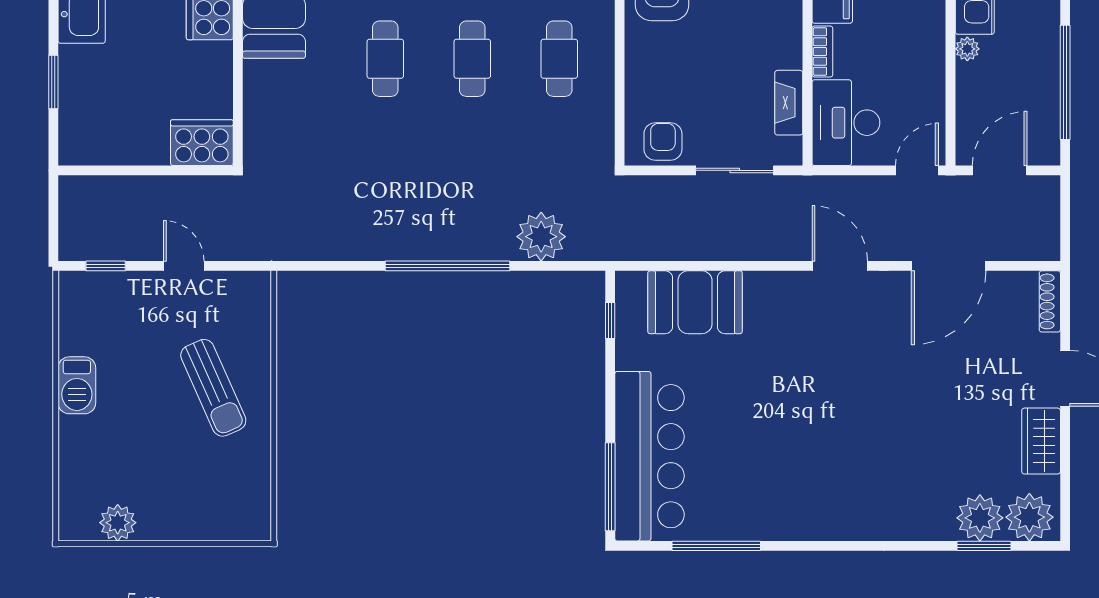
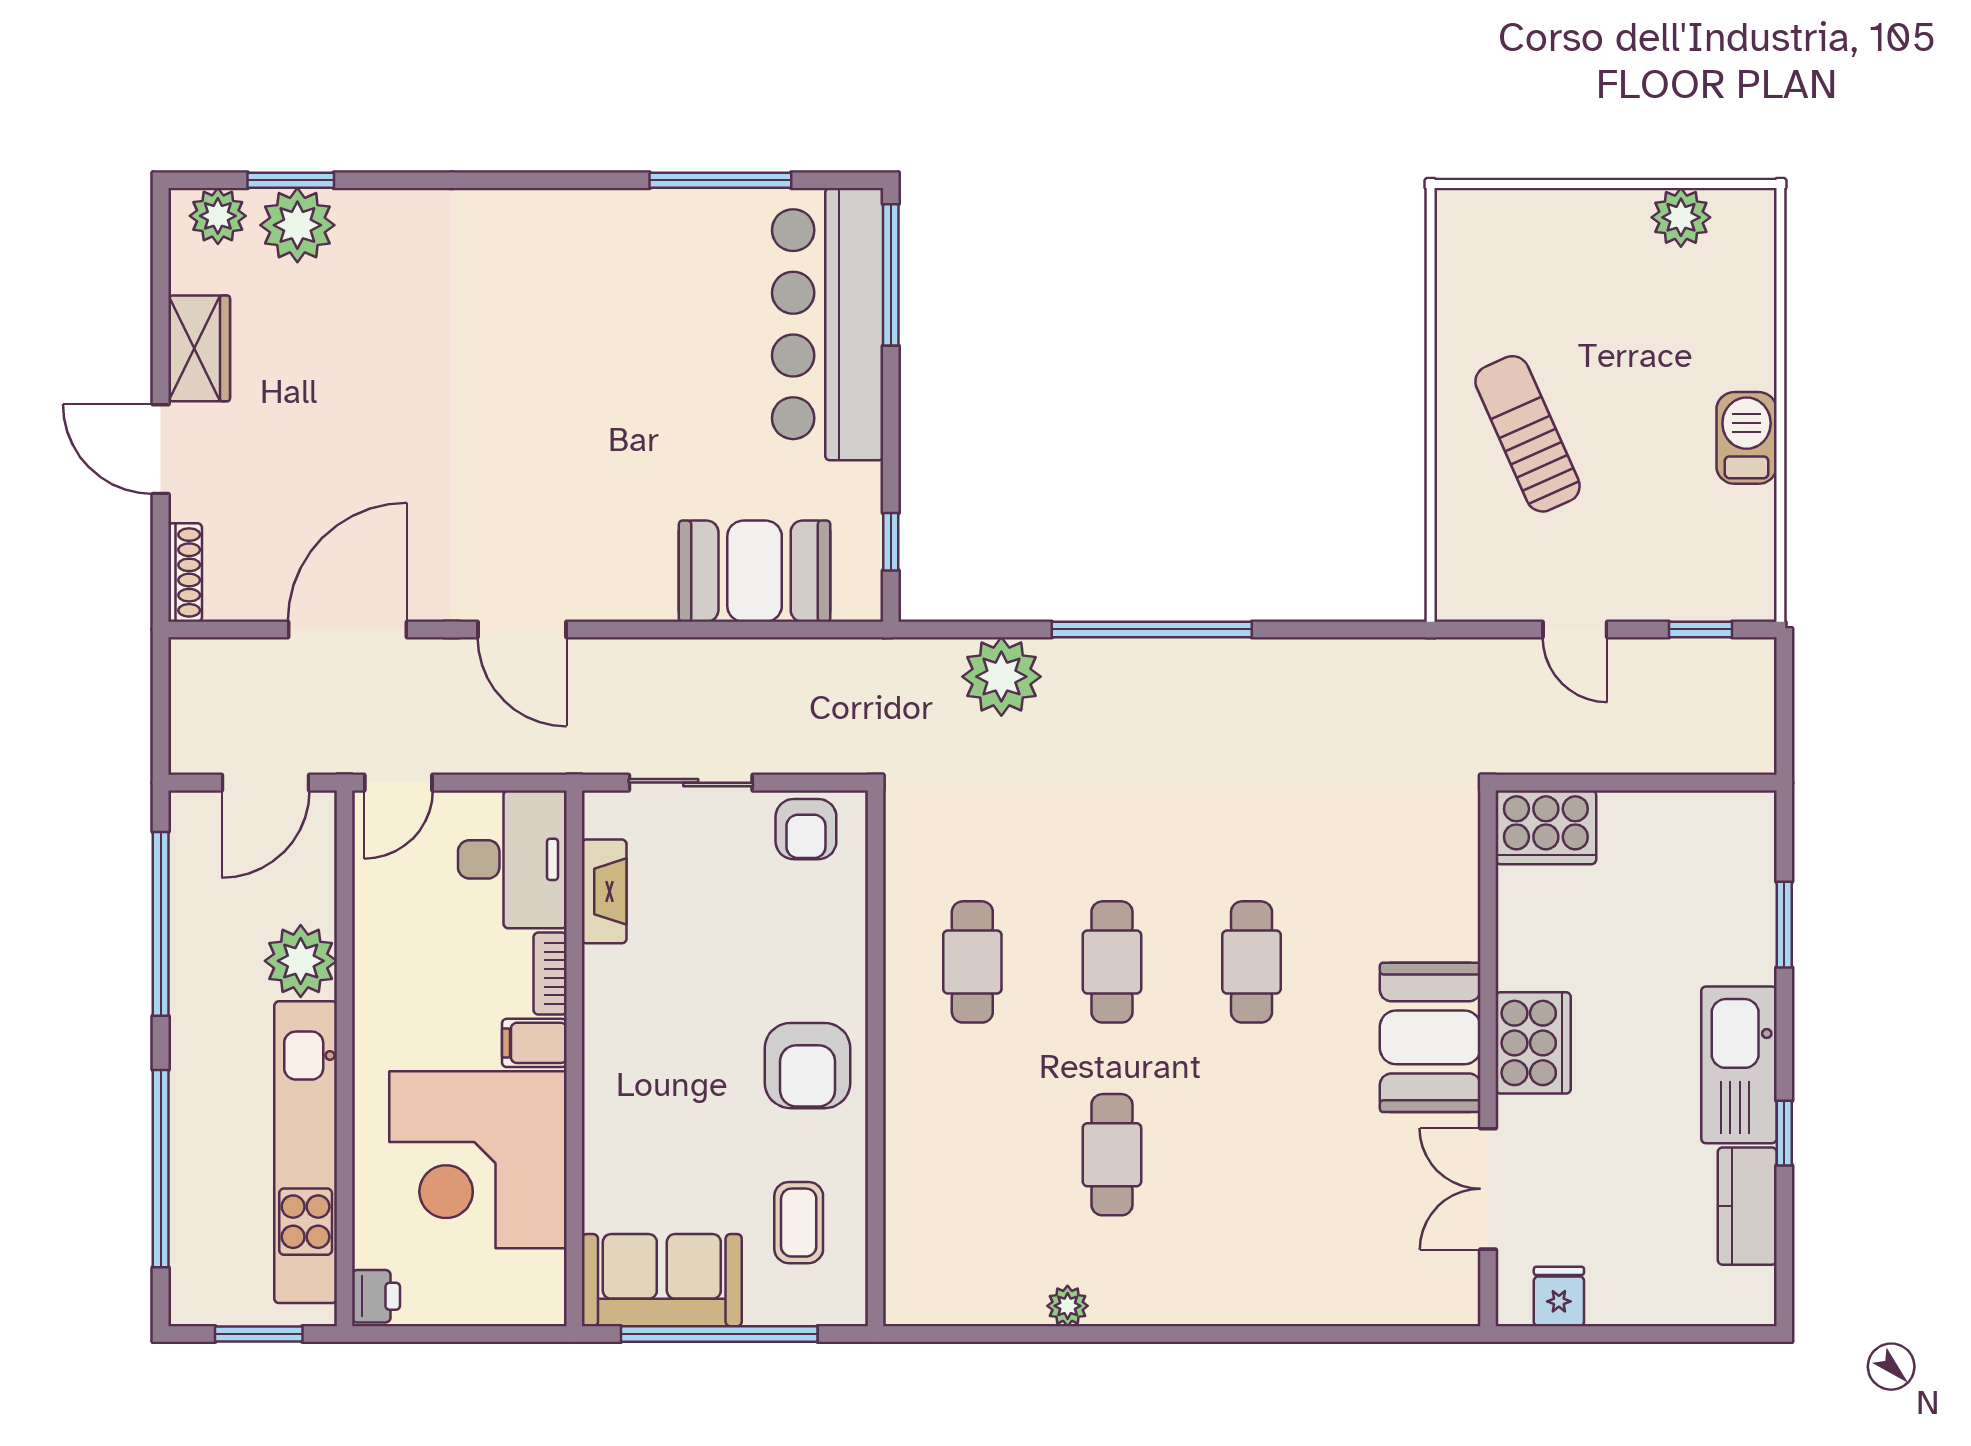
plant: (967, 49) -> (301, 961), width x1.88, depth x1.88
plant: (1029, 517) -> (218, 216), width x0.73, depth x0.73

